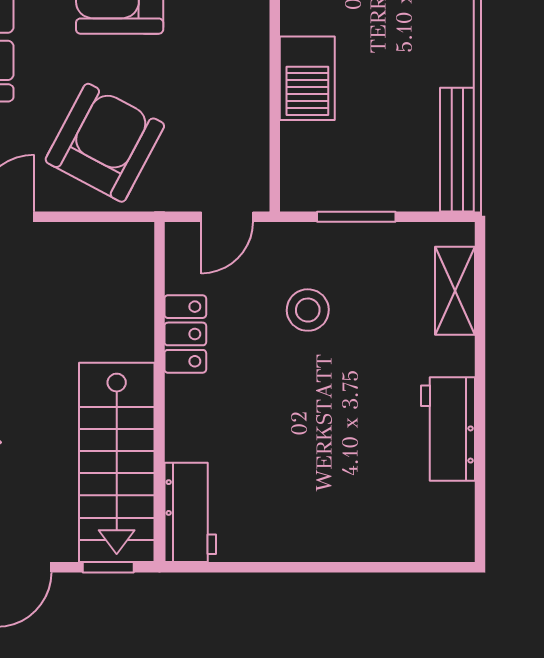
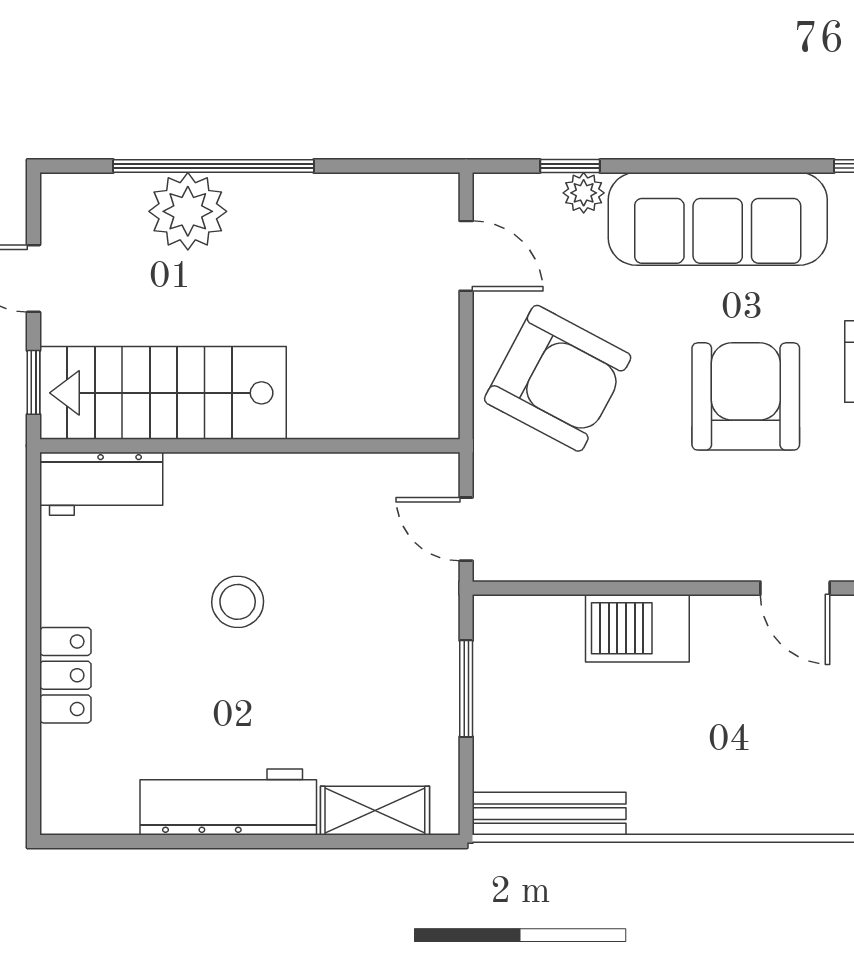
stool: (308, 310) -> (238, 602), moved
locker: (185, 334) -> (65, 675), moved, turned -90
workbench: (448, 429) -> (228, 802), width x1.38

